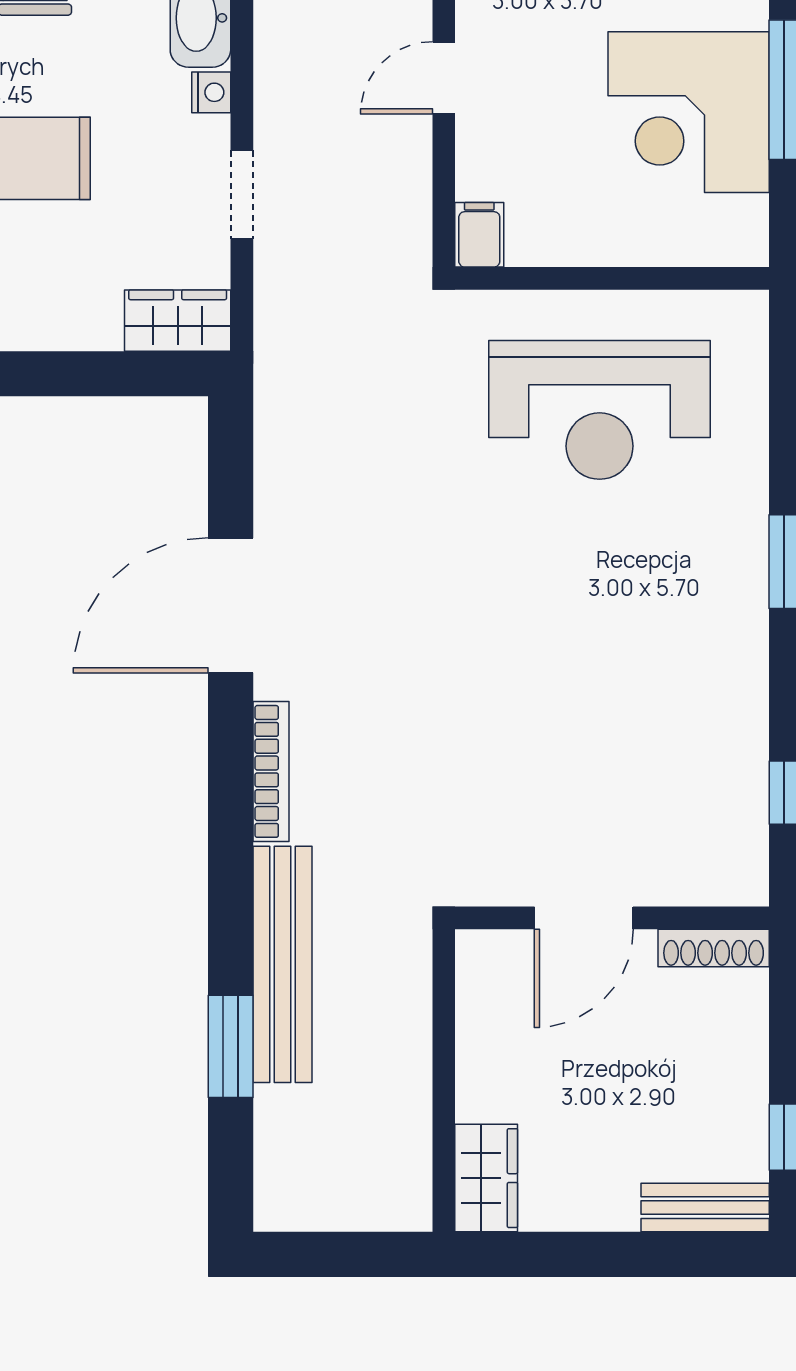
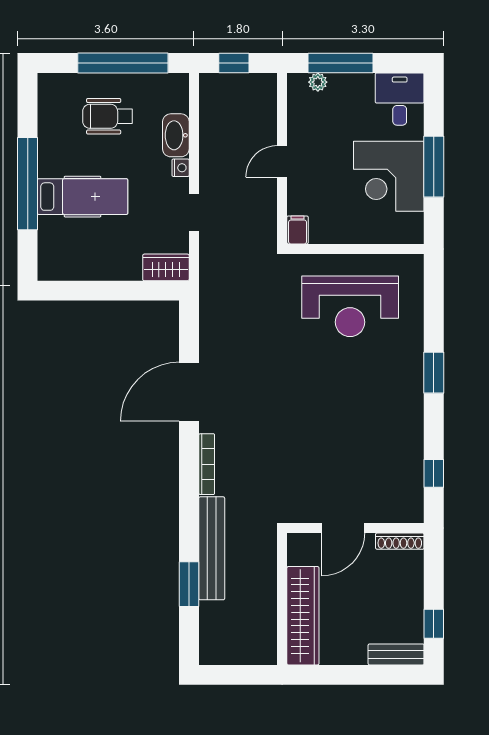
wardrobe: (486, 1178) -> (303, 616), width x2.10, depth x1.17

